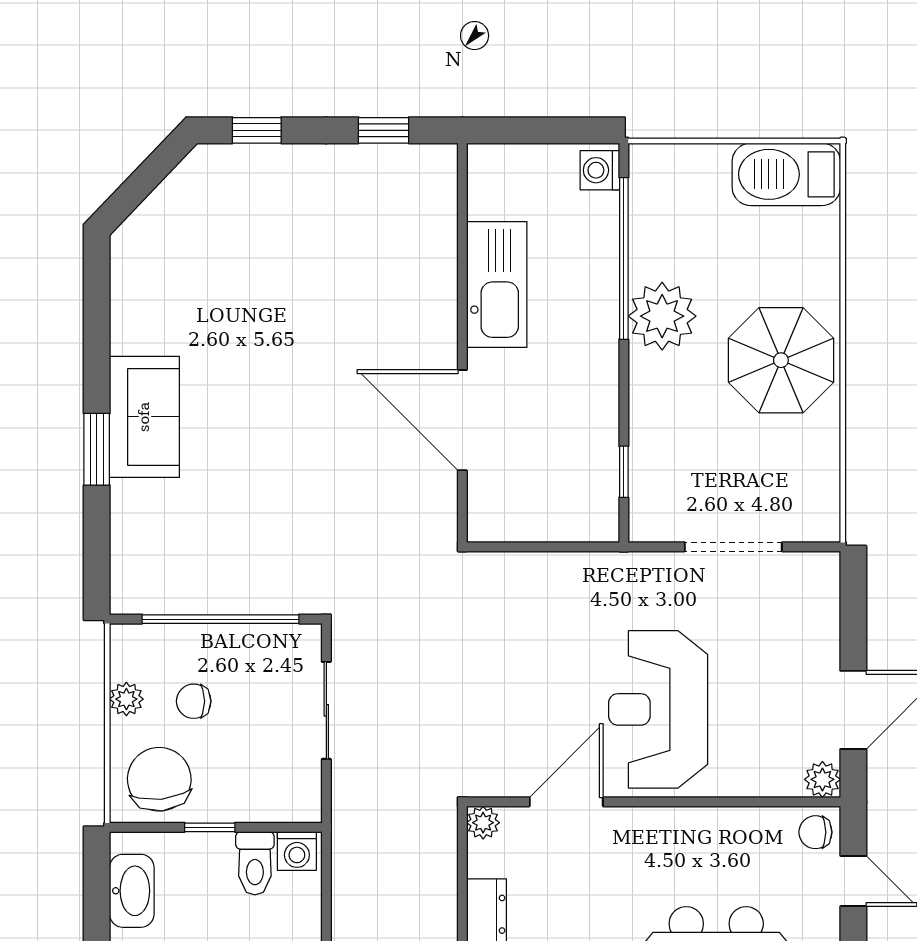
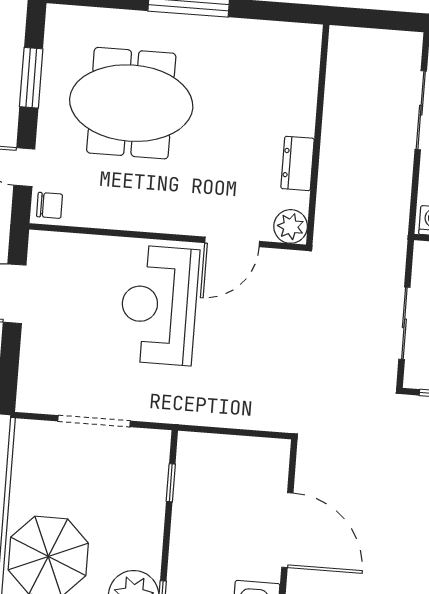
reception desk: (658, 709) -> (159, 305), turned 180
plant: (822, 779) -> (41, 244), removed
plant: (483, 823) -> (291, 226), width x1.38, depth x1.38

